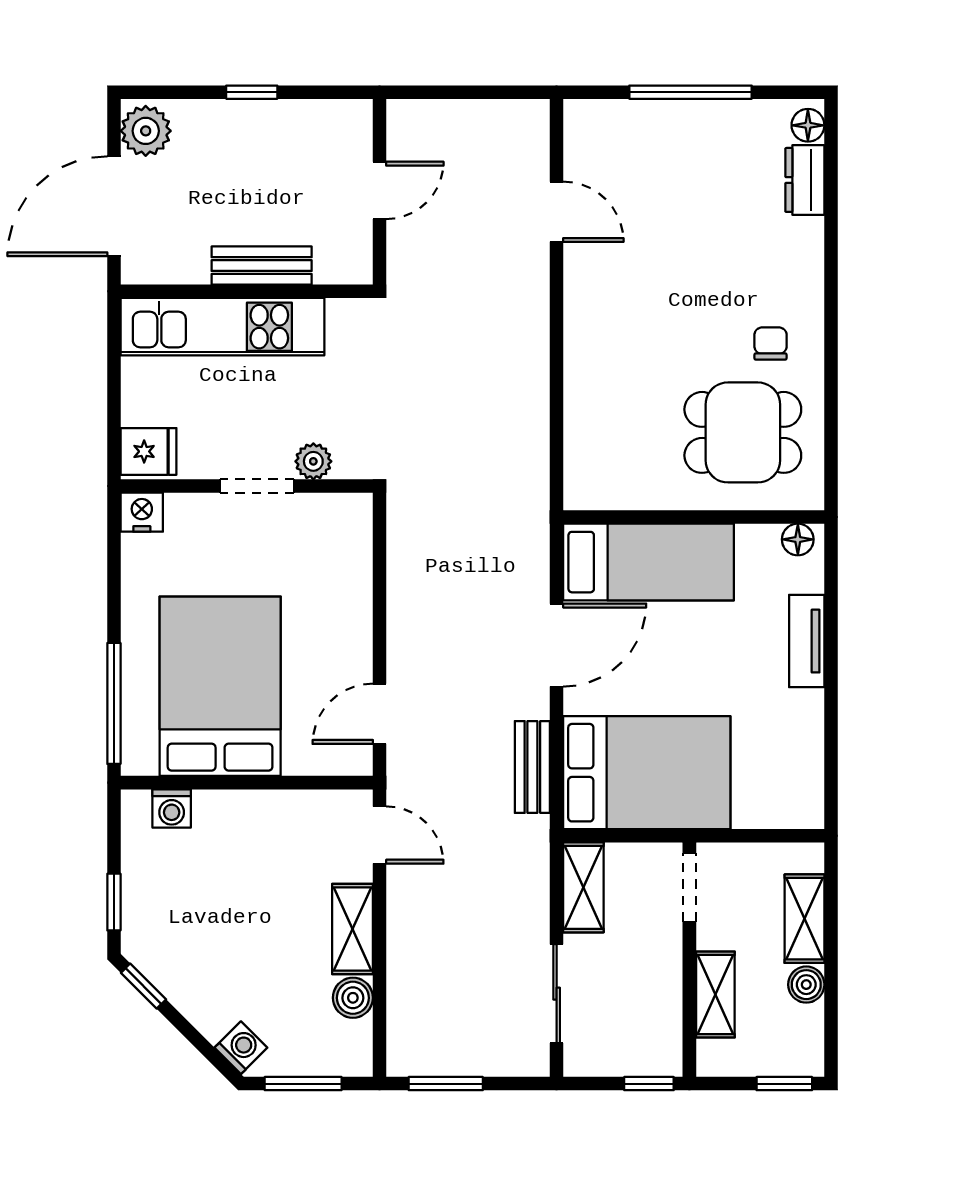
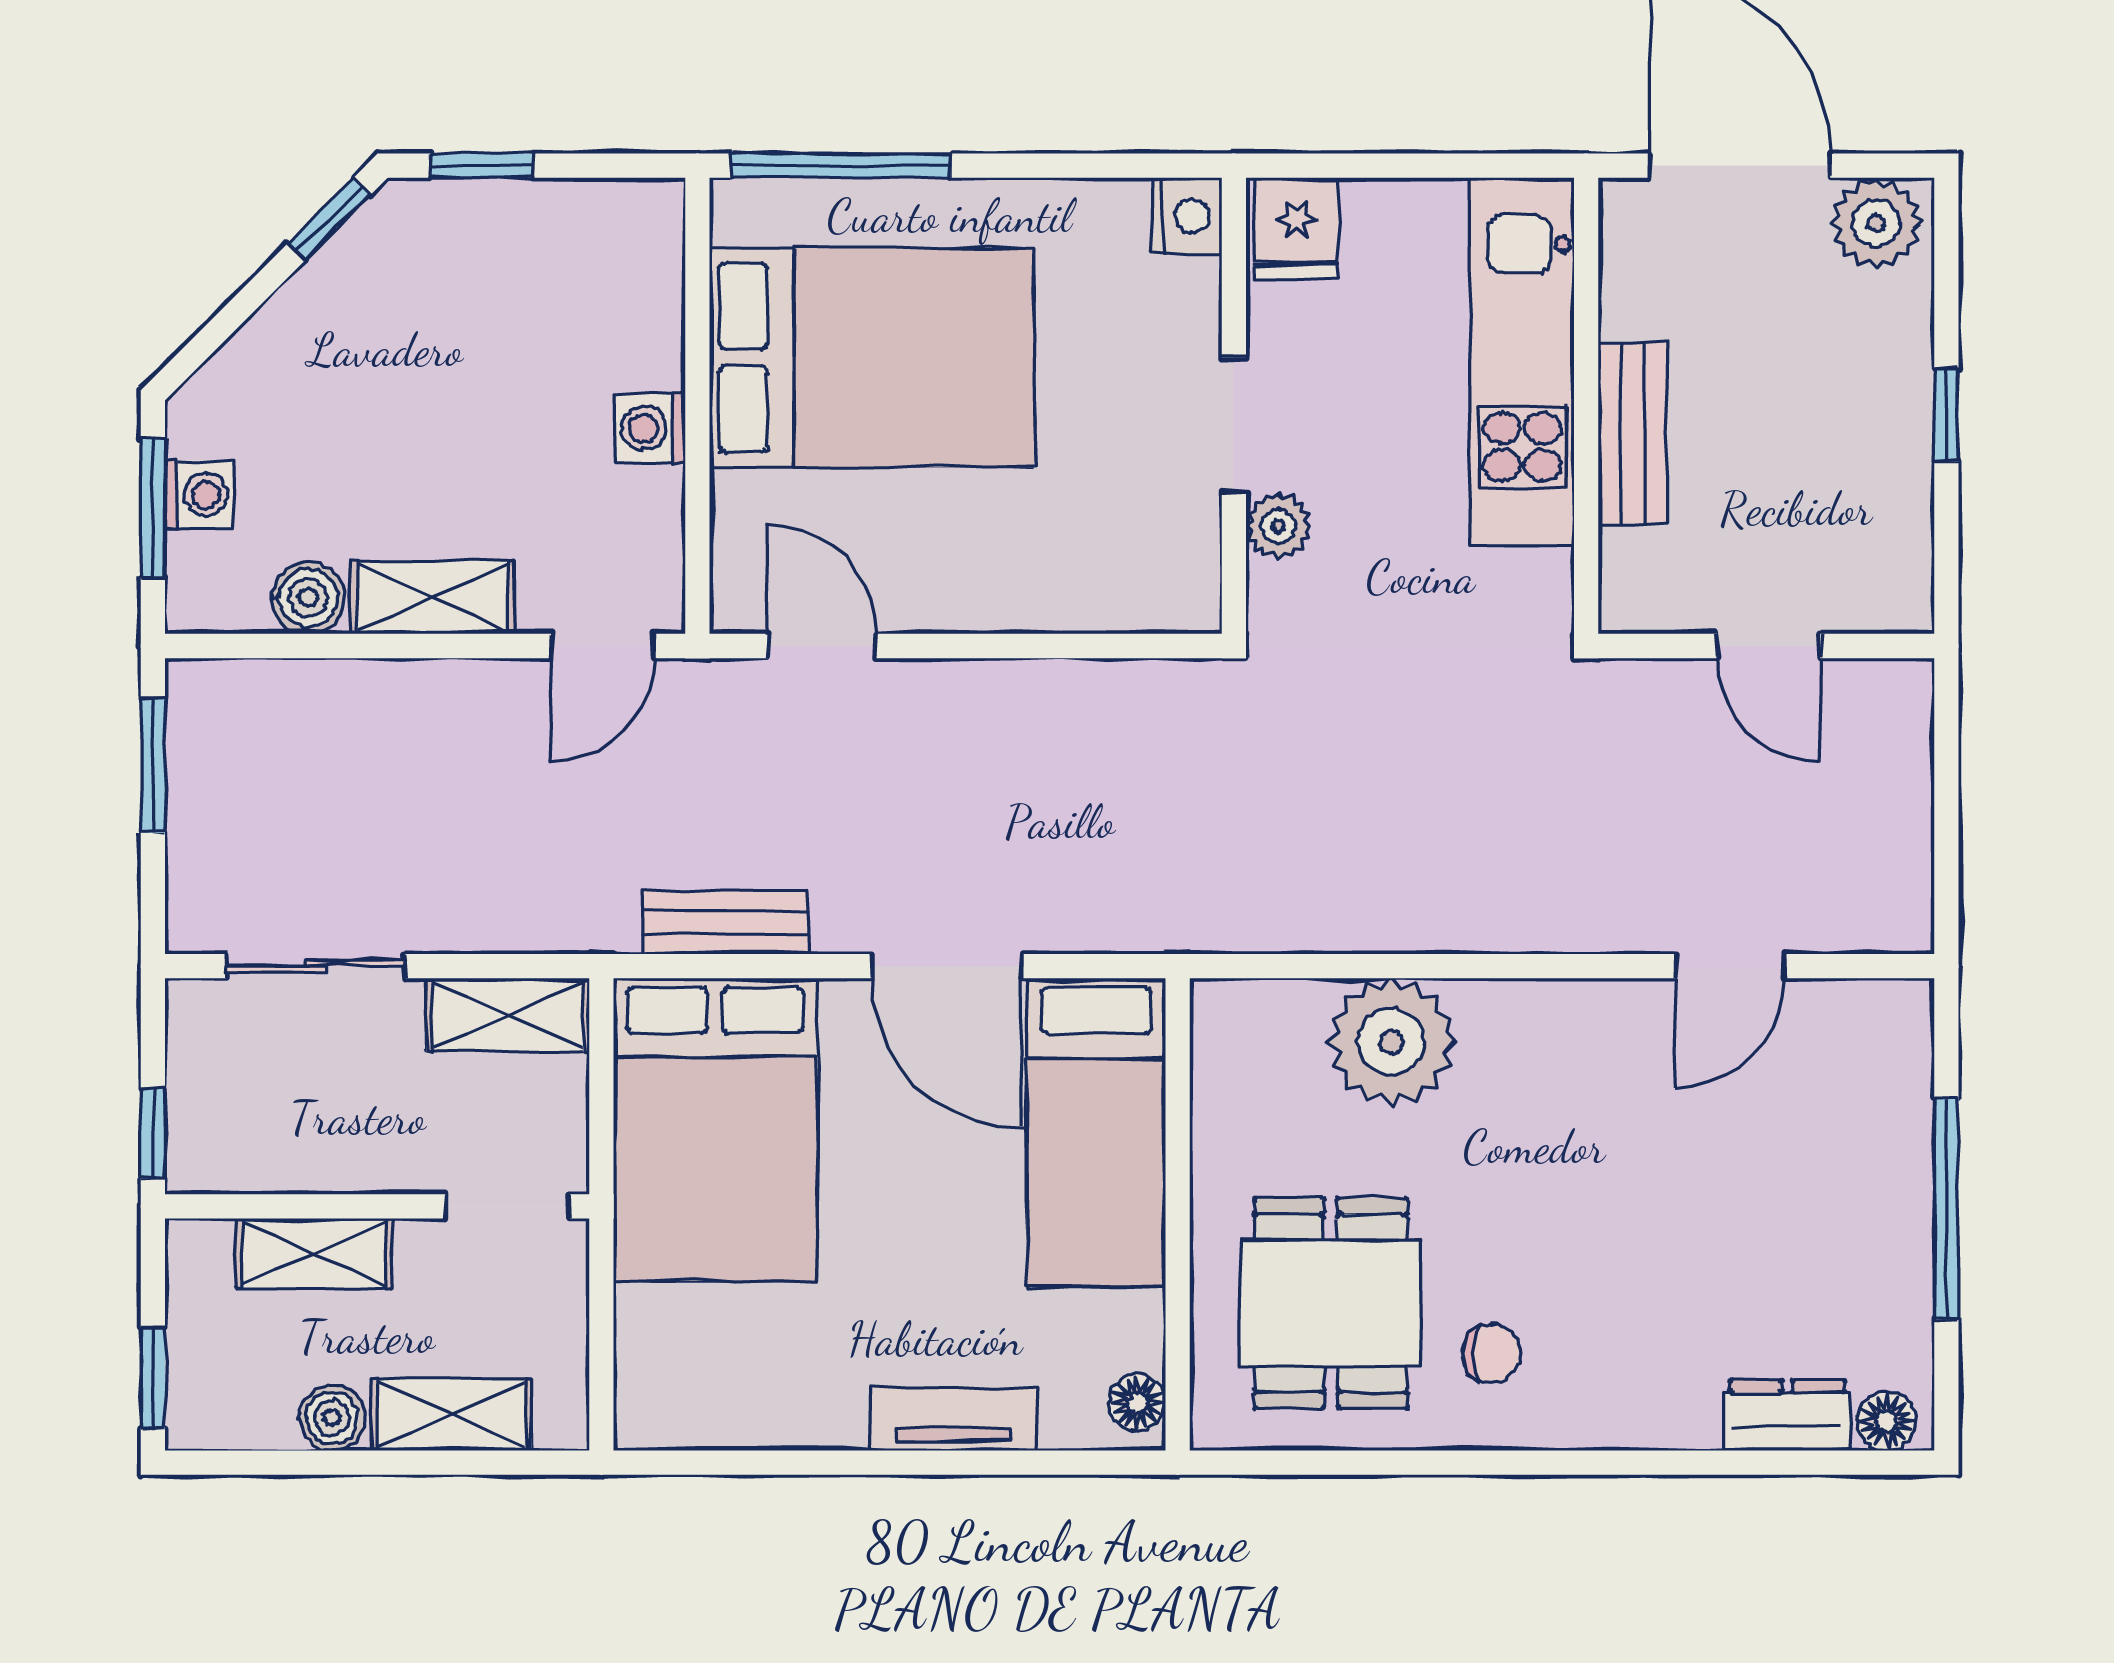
plant: (598, 399) -> (1391, 1042), added
washing machine: (172, 808) -> (651, 428), moved
washing machine: (241, 1048) -> (199, 495), moved, turned -45

